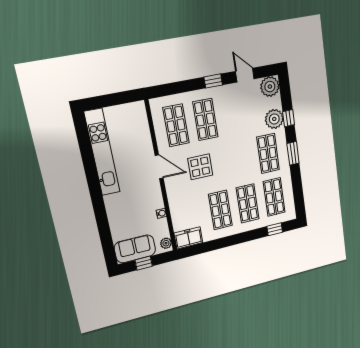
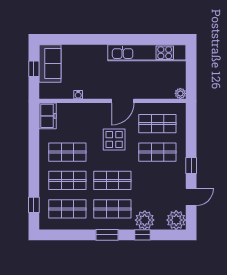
shop shelf: (241, 160) -> (112, 180), added
plant: (166, 243) -> (180, 93), moved

